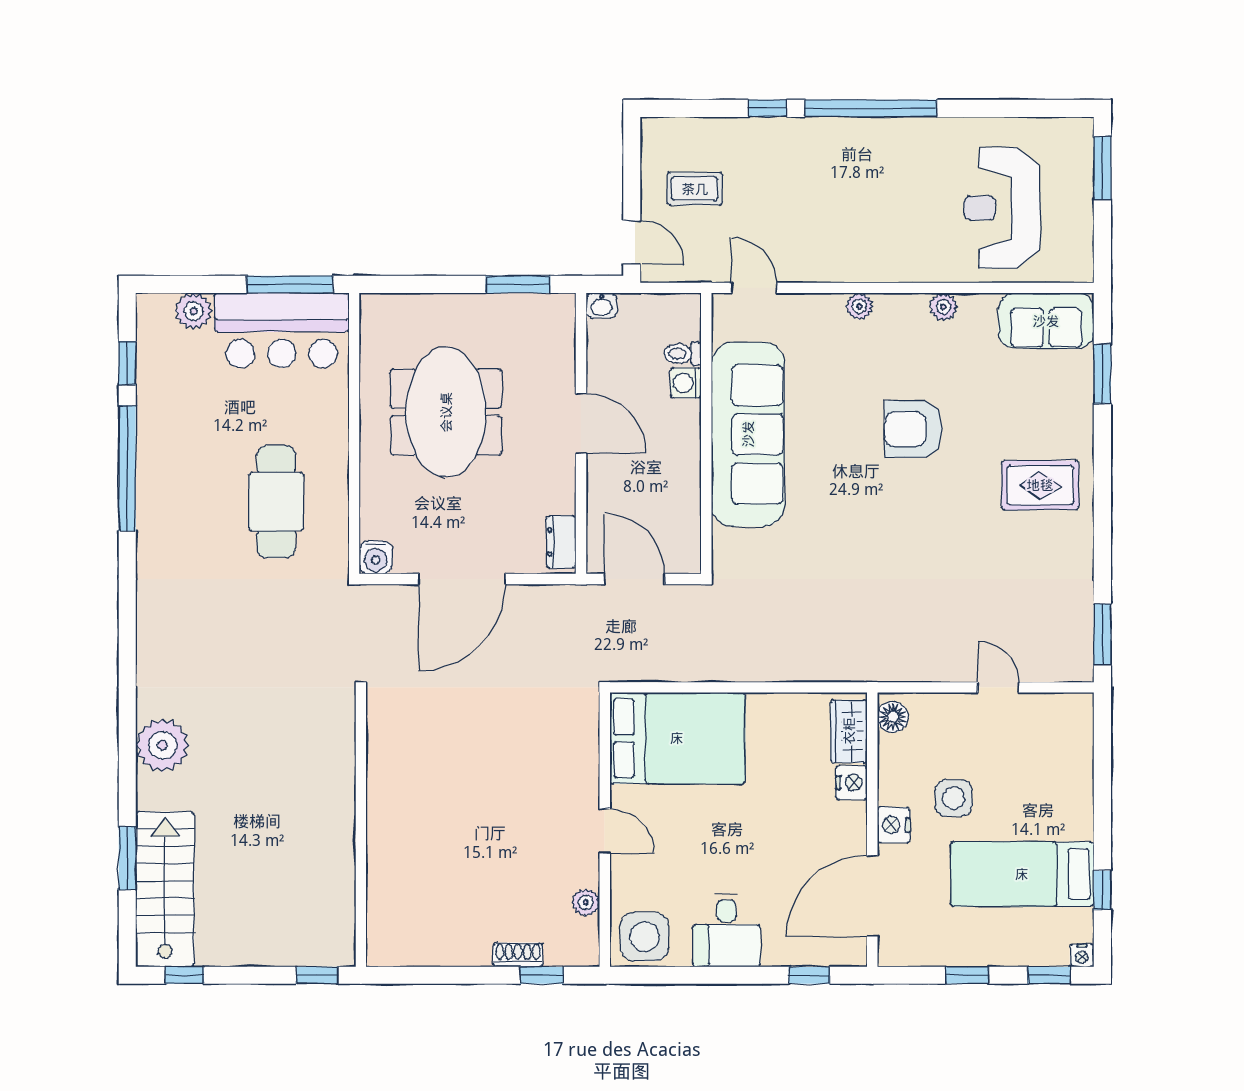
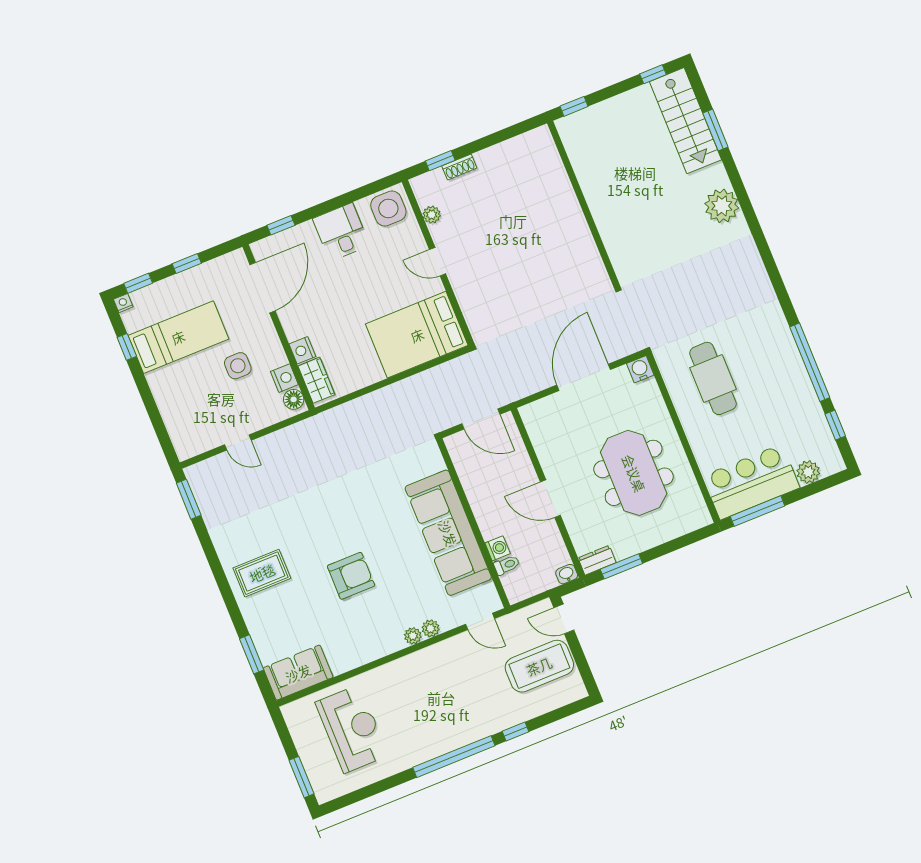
coffee table: (695, 189) -> (539, 666), width x1.86, depth x1.72
plant: (943, 307) -> (431, 628), moved
dresser: (561, 542) -> (597, 560), moved, turned -90
nightstand: (894, 825) -> (284, 378), moved

